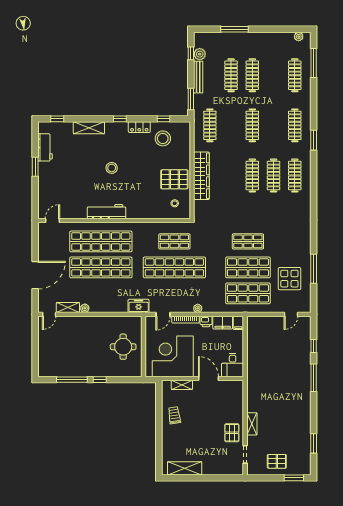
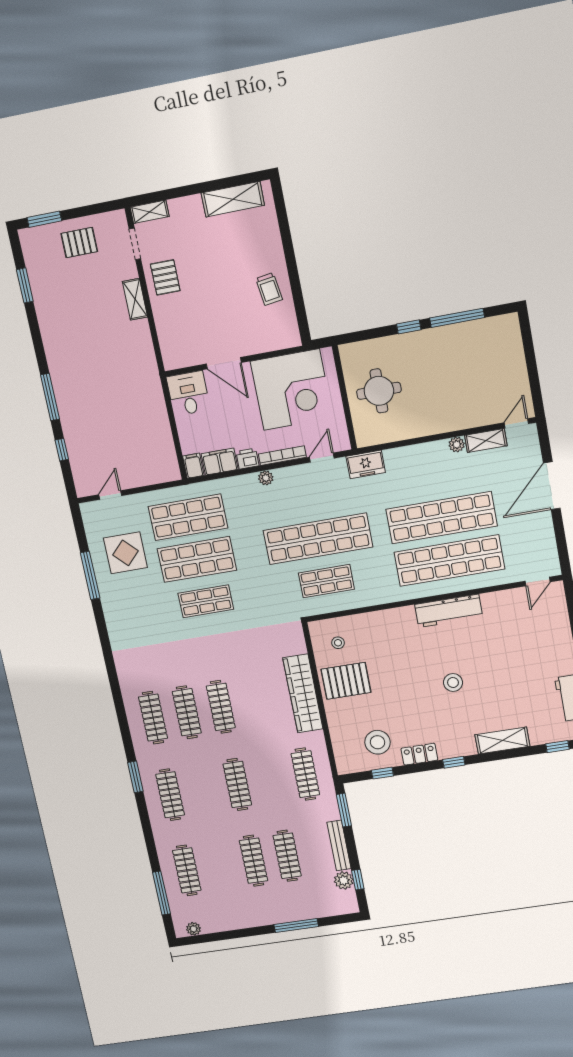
shelving: (182, 385) -> (150, 212), moved

